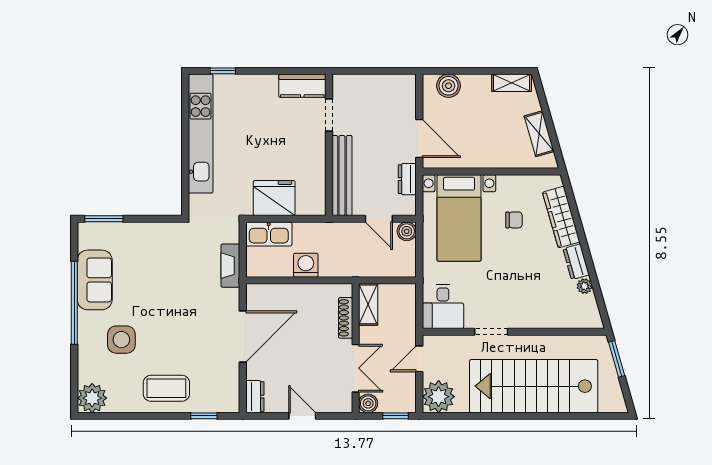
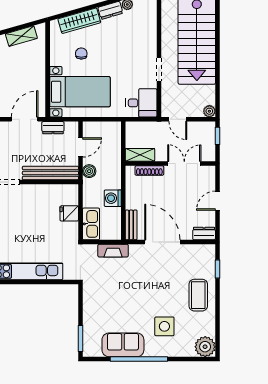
fridge: (274, 198) -> (69, 213), width x0.53, depth x0.75
boiler: (407, 231) -> (89, 171), moved
bench: (267, 292) -> (131, 225), added
plant: (439, 397) -> (209, 111), width x0.53, depth x0.53
boiler: (368, 403) -> (209, 155), removed

